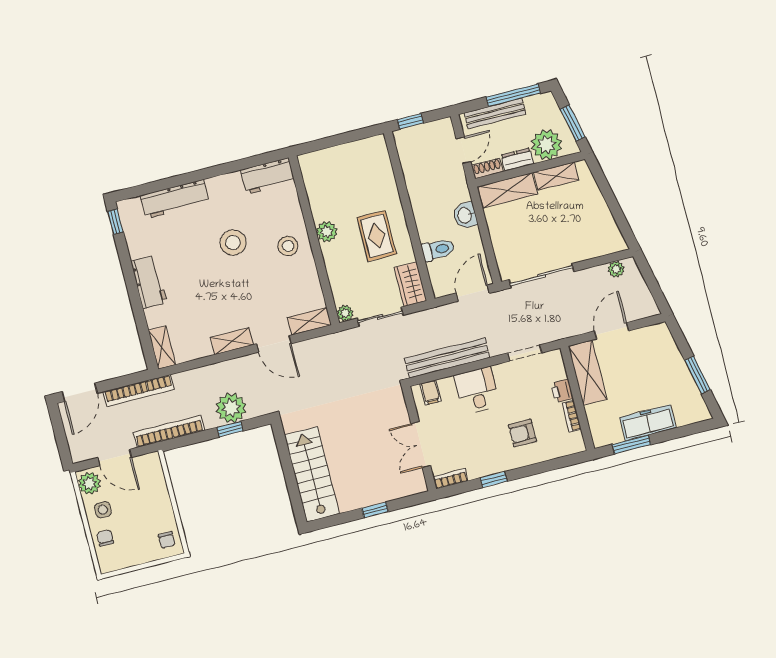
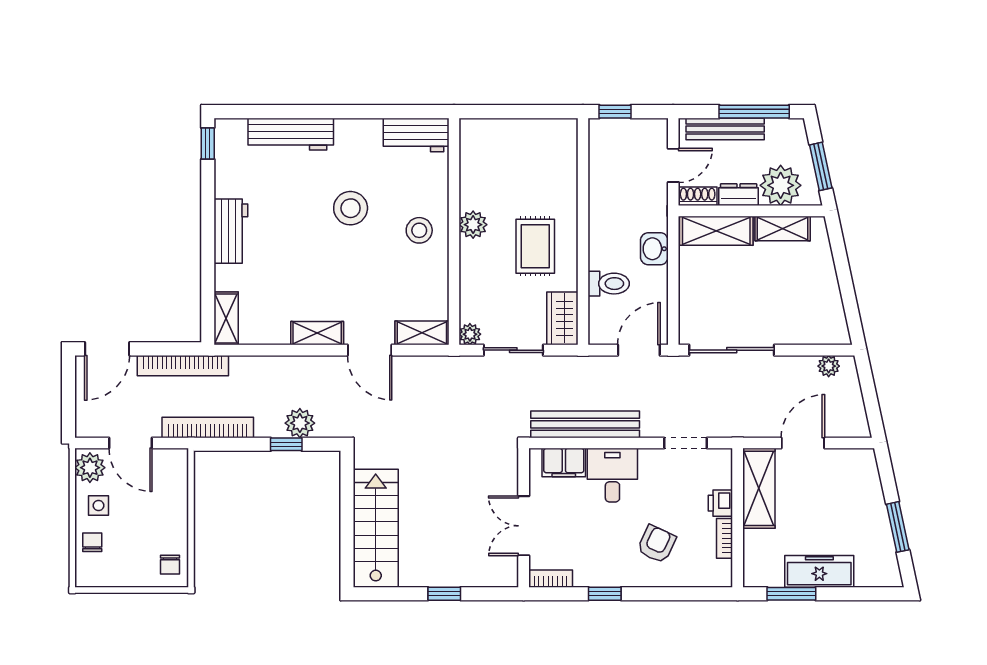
filing cabinet: (431, 392) -> (564, 463), width x2.00
plant: (231, 408) -> (300, 423), width x0.73, depth x0.73
armchair: (522, 433) -> (657, 544), turned 115

